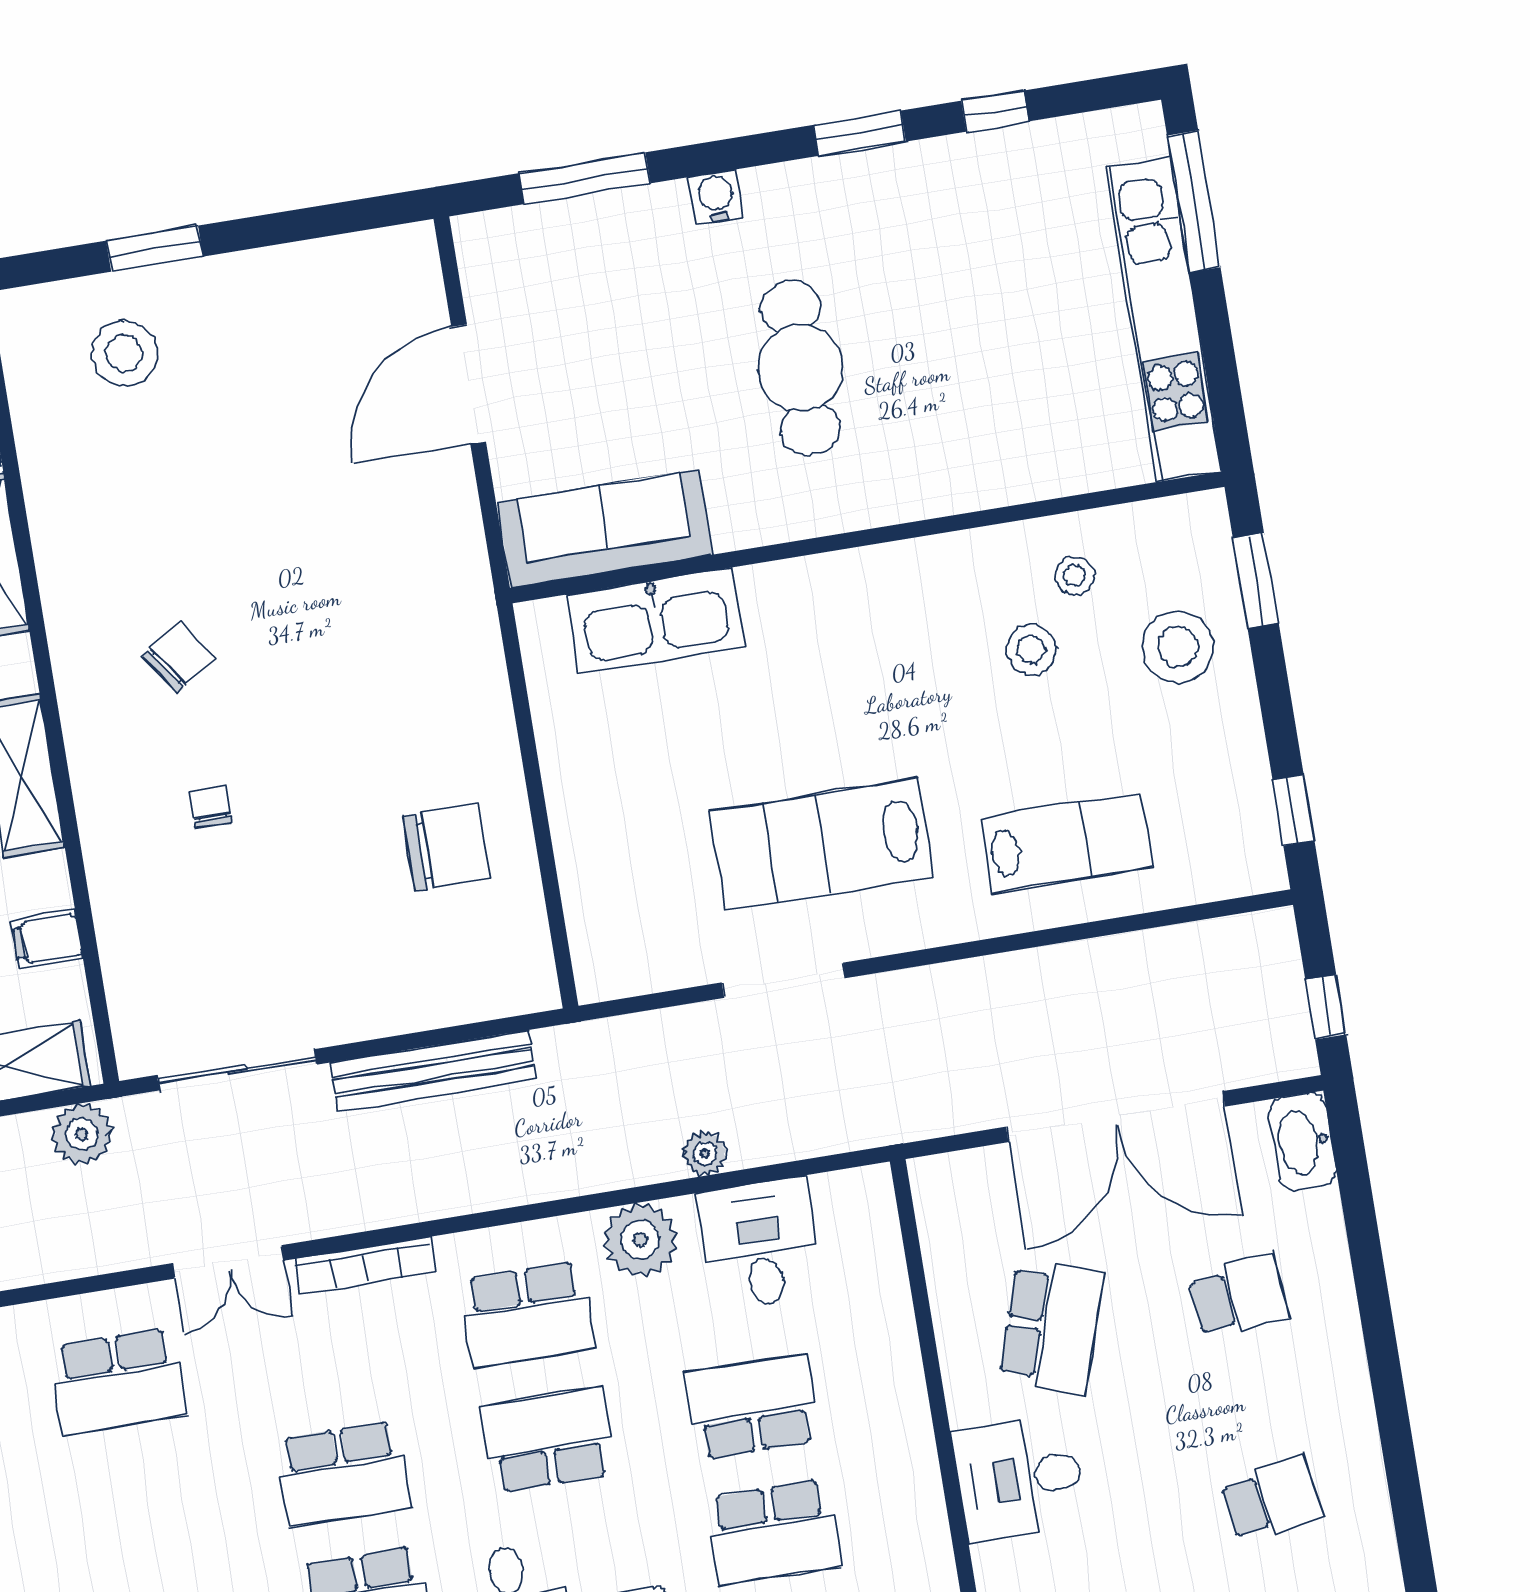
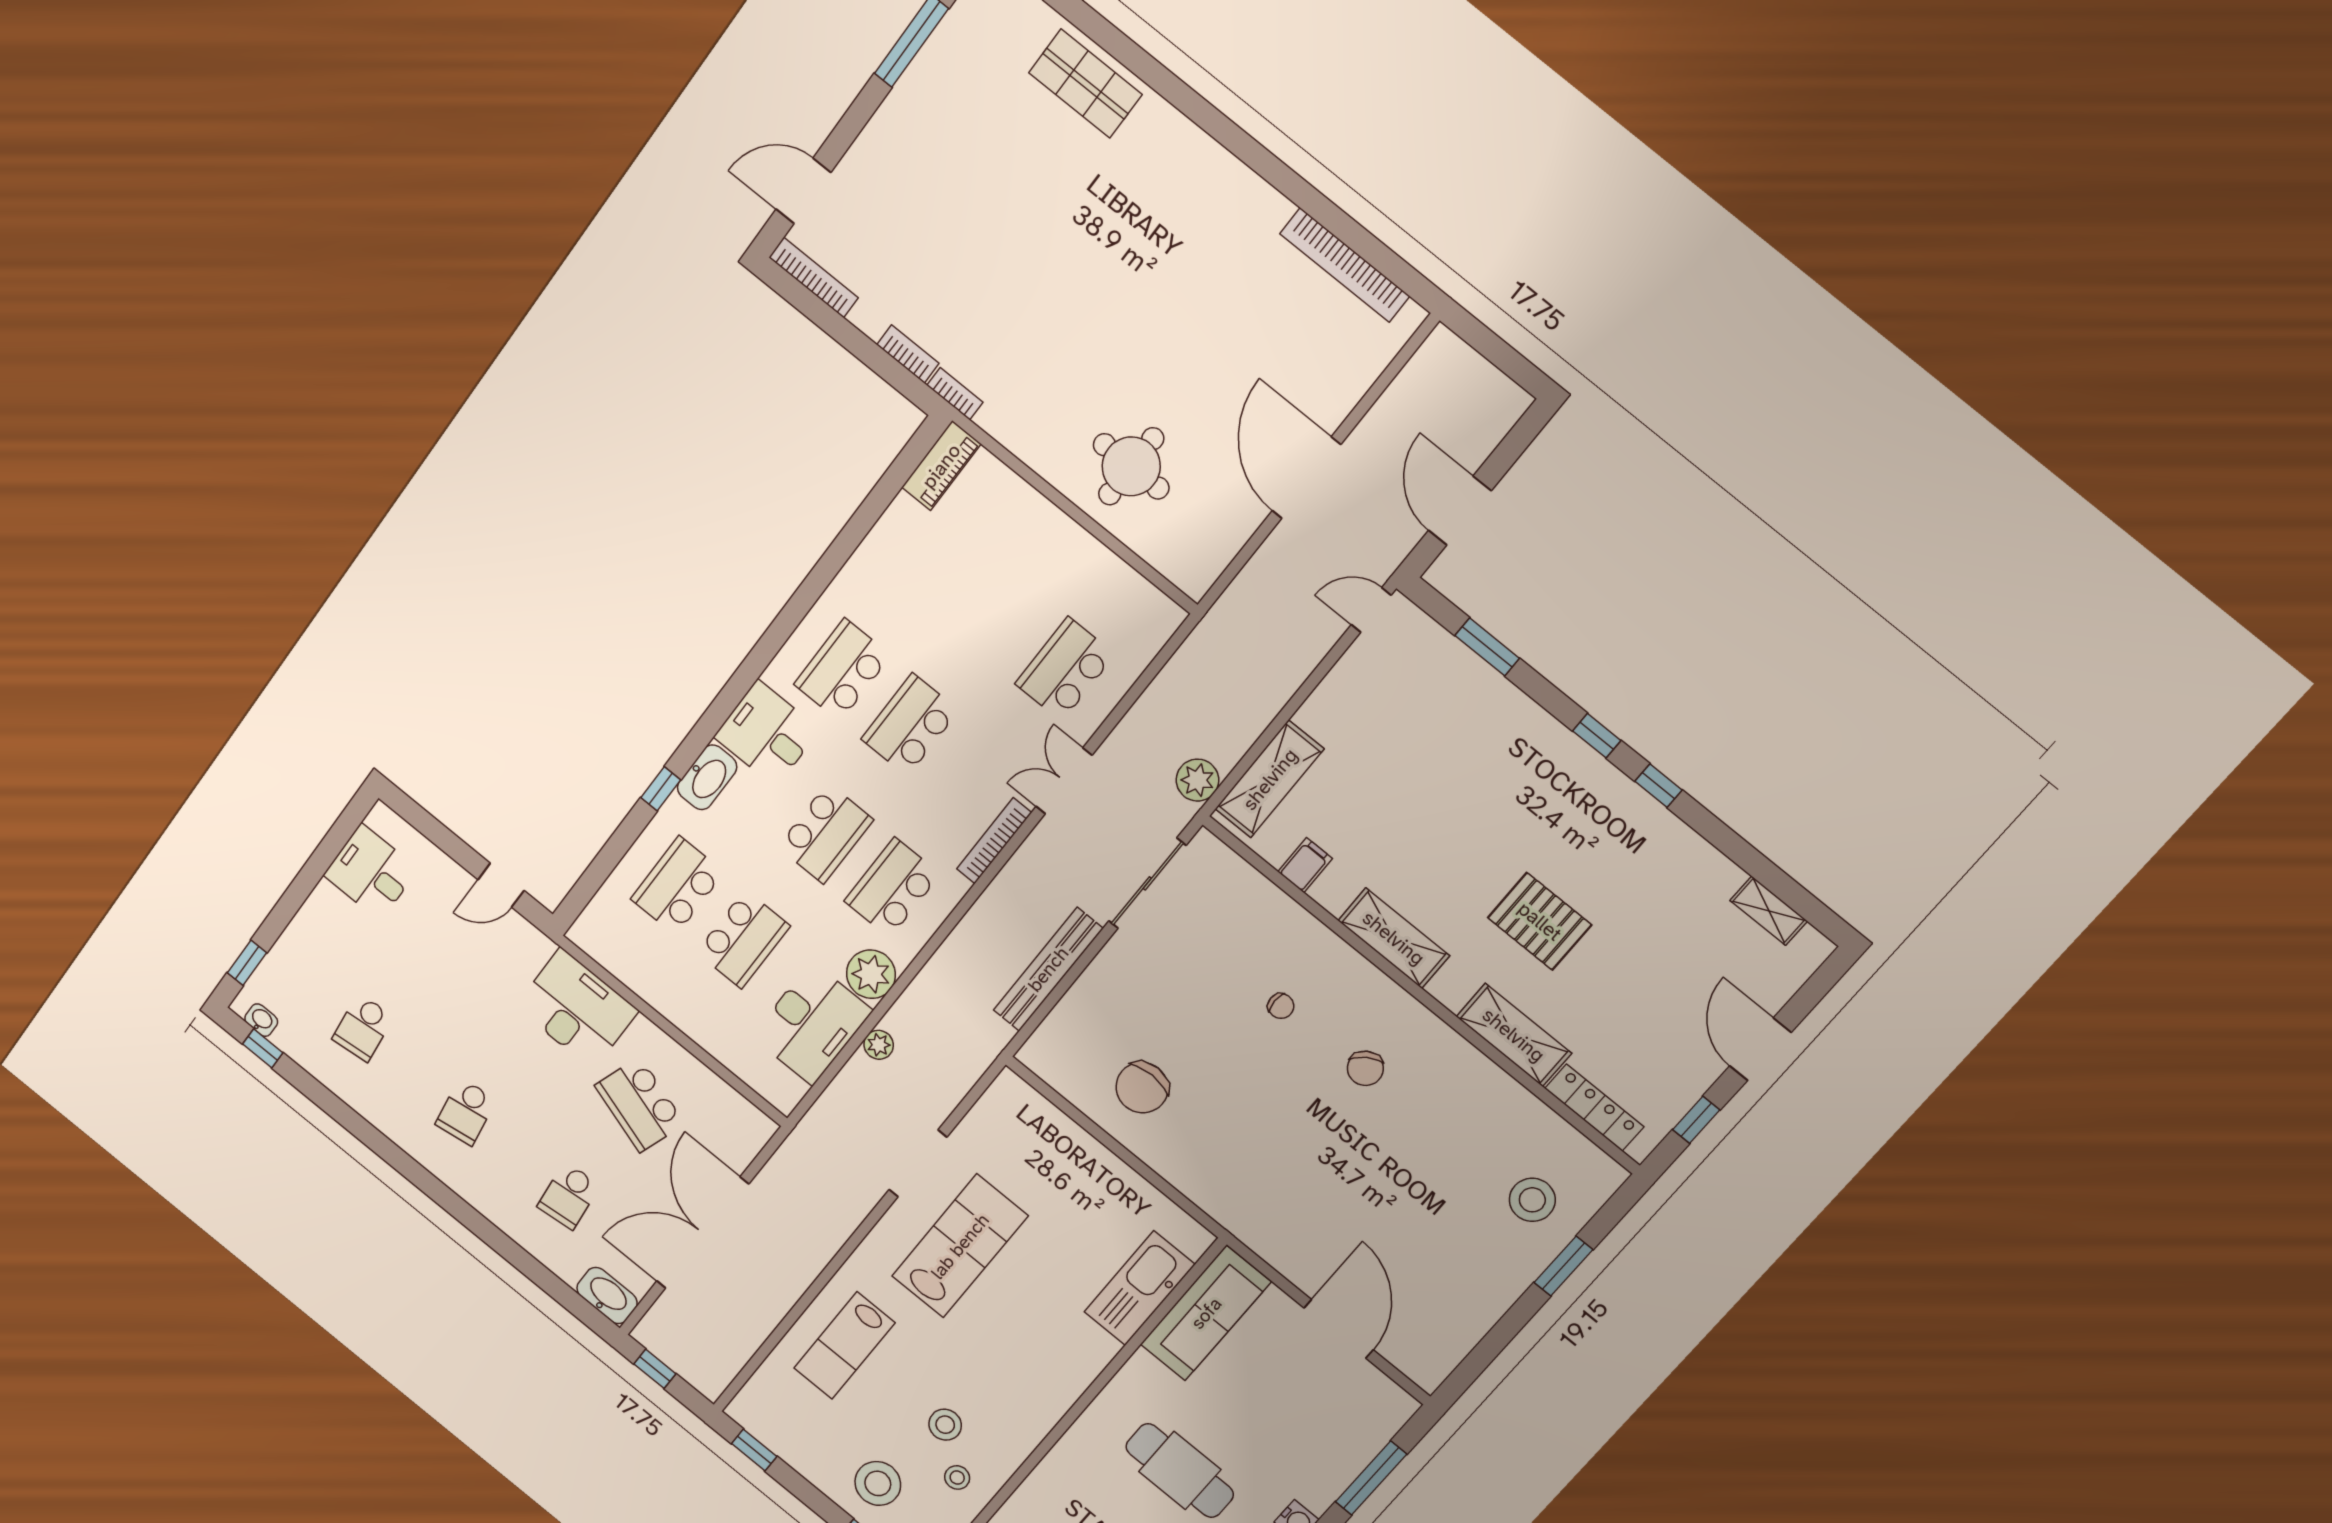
desk: (760, 1244) -> (812, 1023), width x1.37
desk: (1020, 1479) -> (577, 1009), width x1.37

